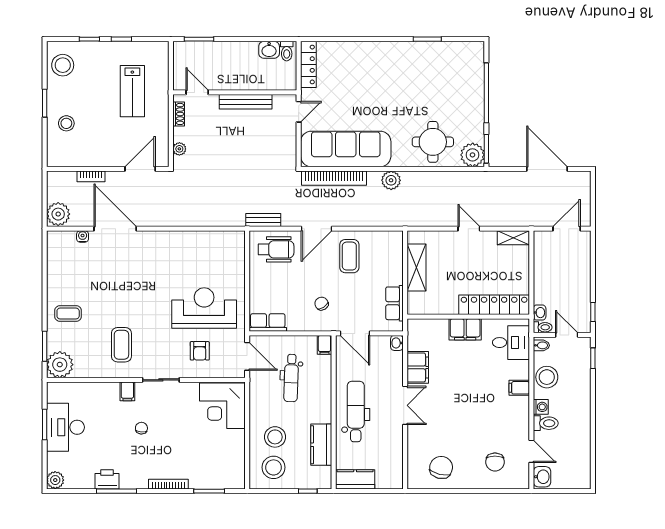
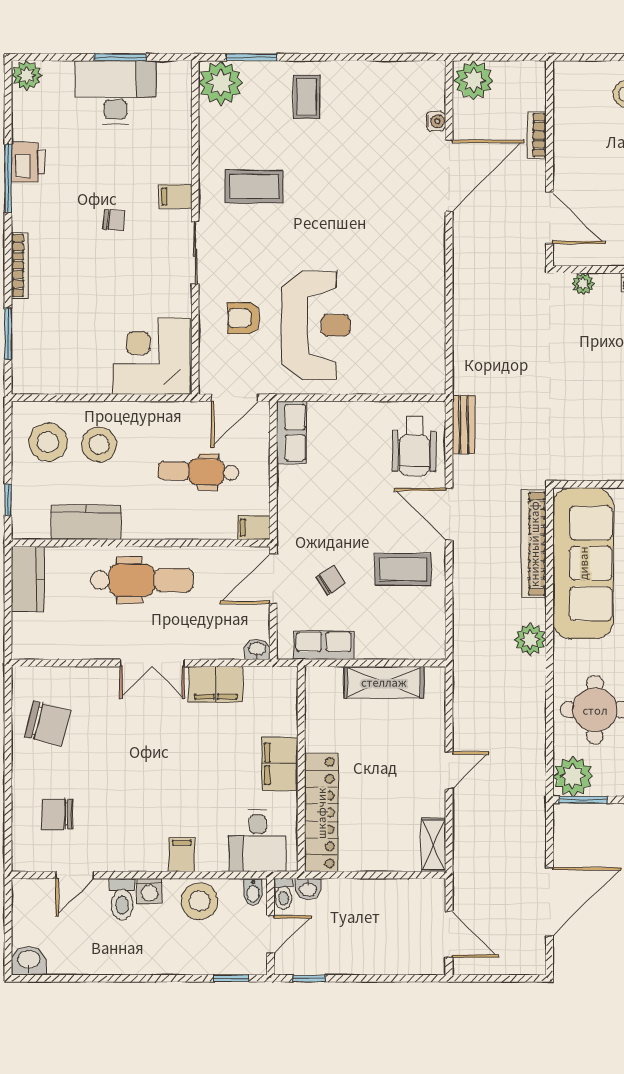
chair: (322, 304) -> (331, 580), moved
washbasin: (542, 477) -> (29, 960), moved, turned 180

